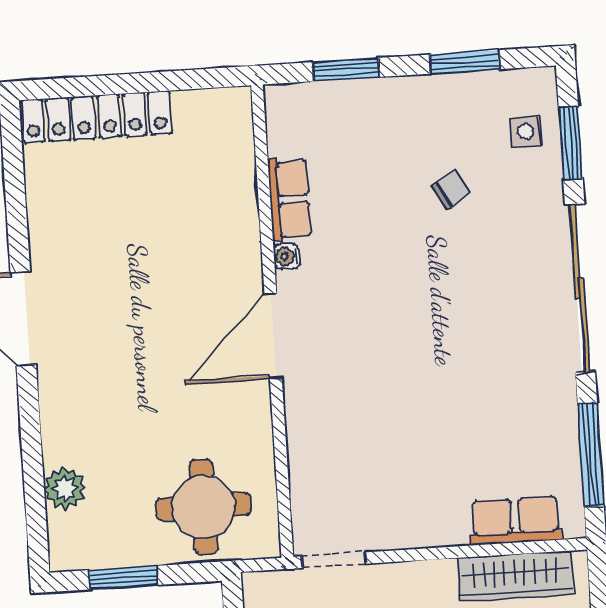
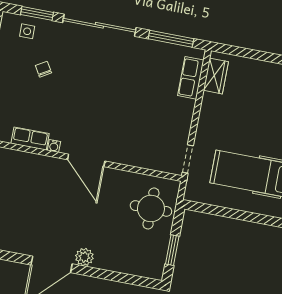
plant: (65, 488) -> (84, 257), moved
wardrobe: (515, 576) -> (216, 76), width x0.67

